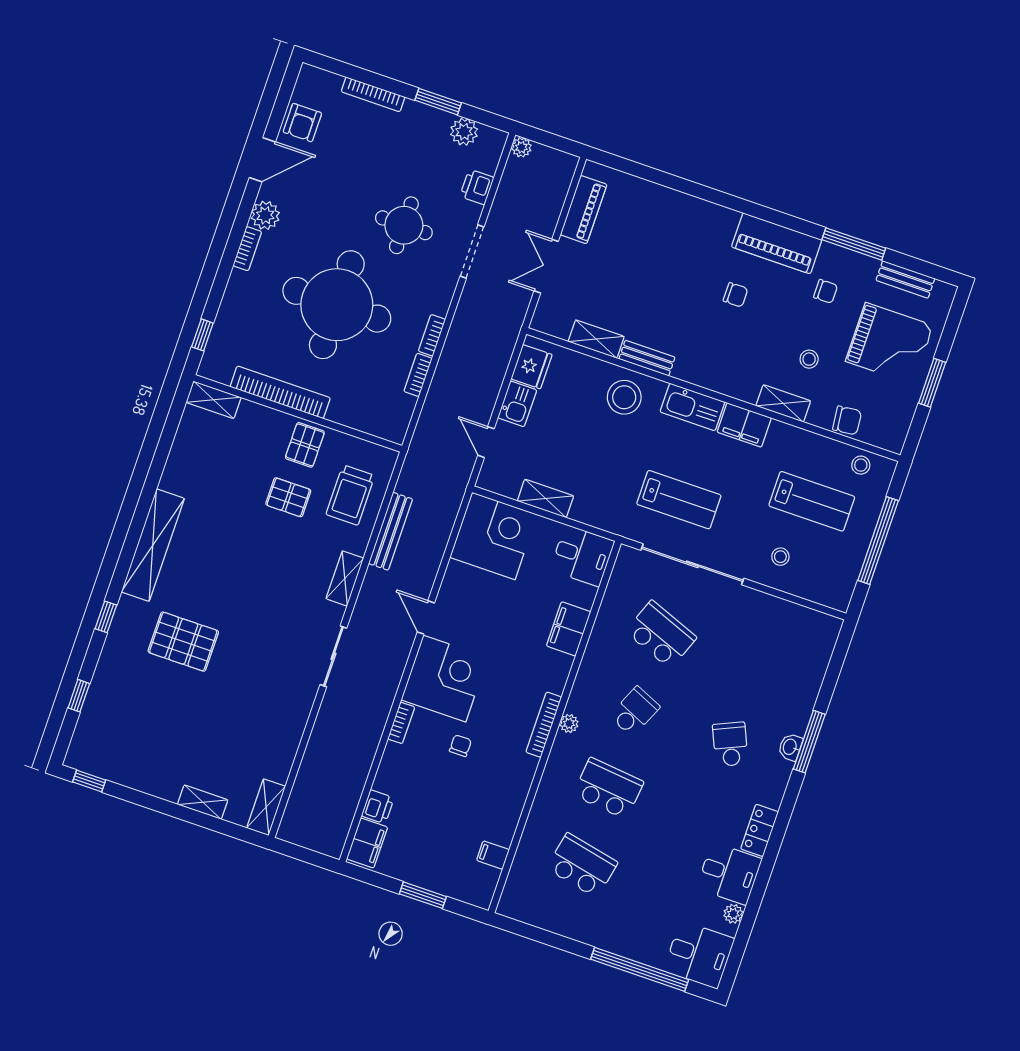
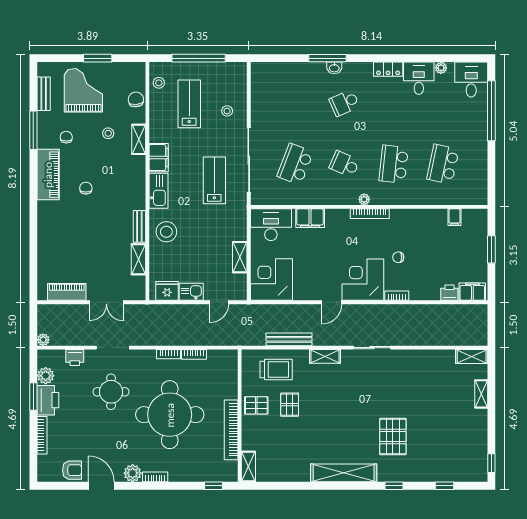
printer: (425, 122) -> (48, 400), added
desk: (582, 556) -> (271, 225), width x1.37

